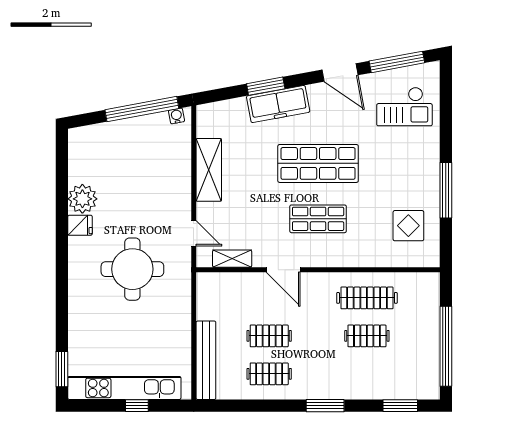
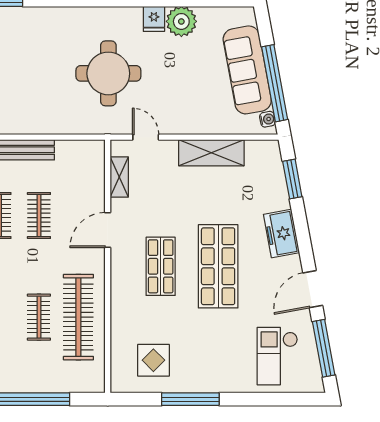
window: (266, 86) -> (292, 179), moved
freezer: (278, 104) -> (281, 234), width x0.71
sofa: (129, 135) -> (247, 70), added
door: (194, 233) -> (146, 137), swing flipped
clothes rail: (367, 298) -> (78, 317), width x1.37, depth x1.31

